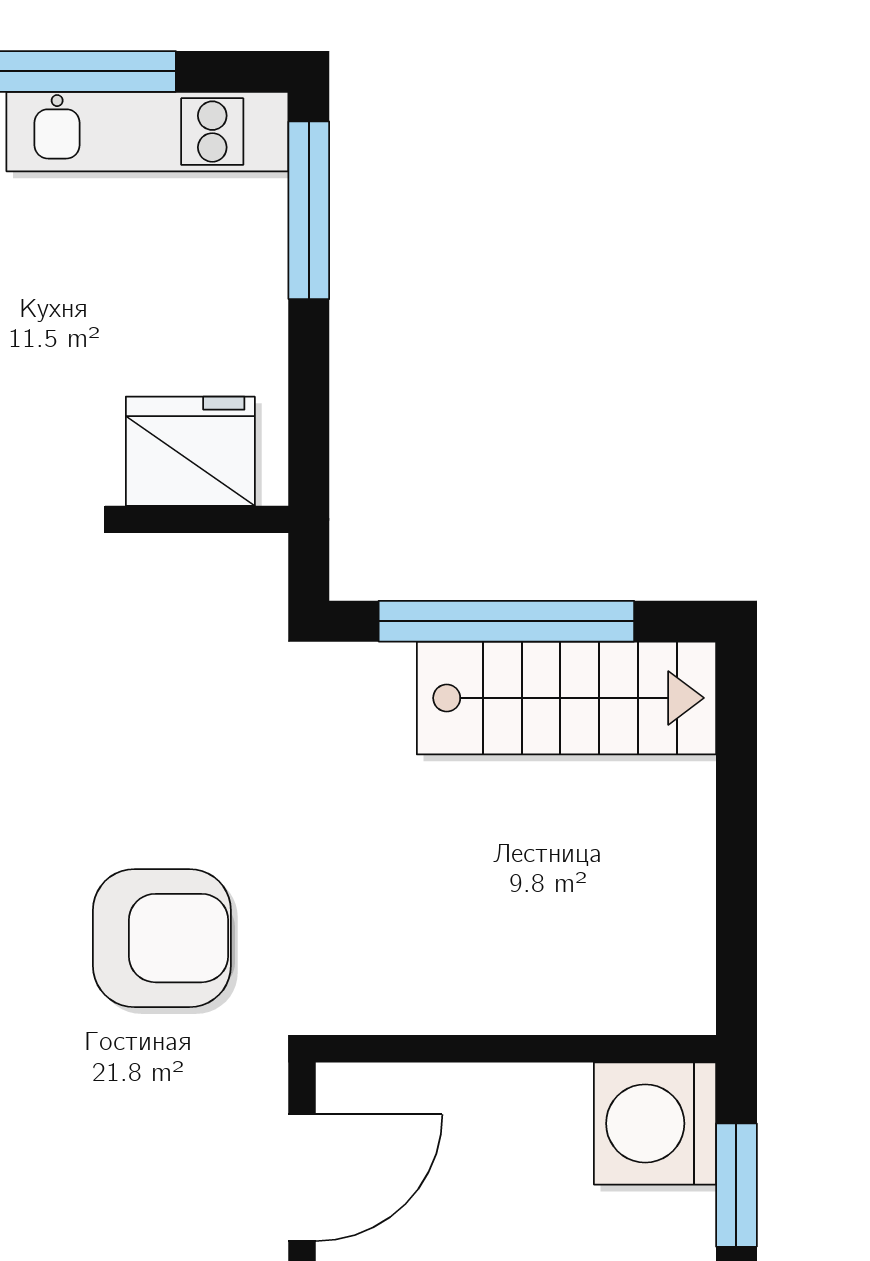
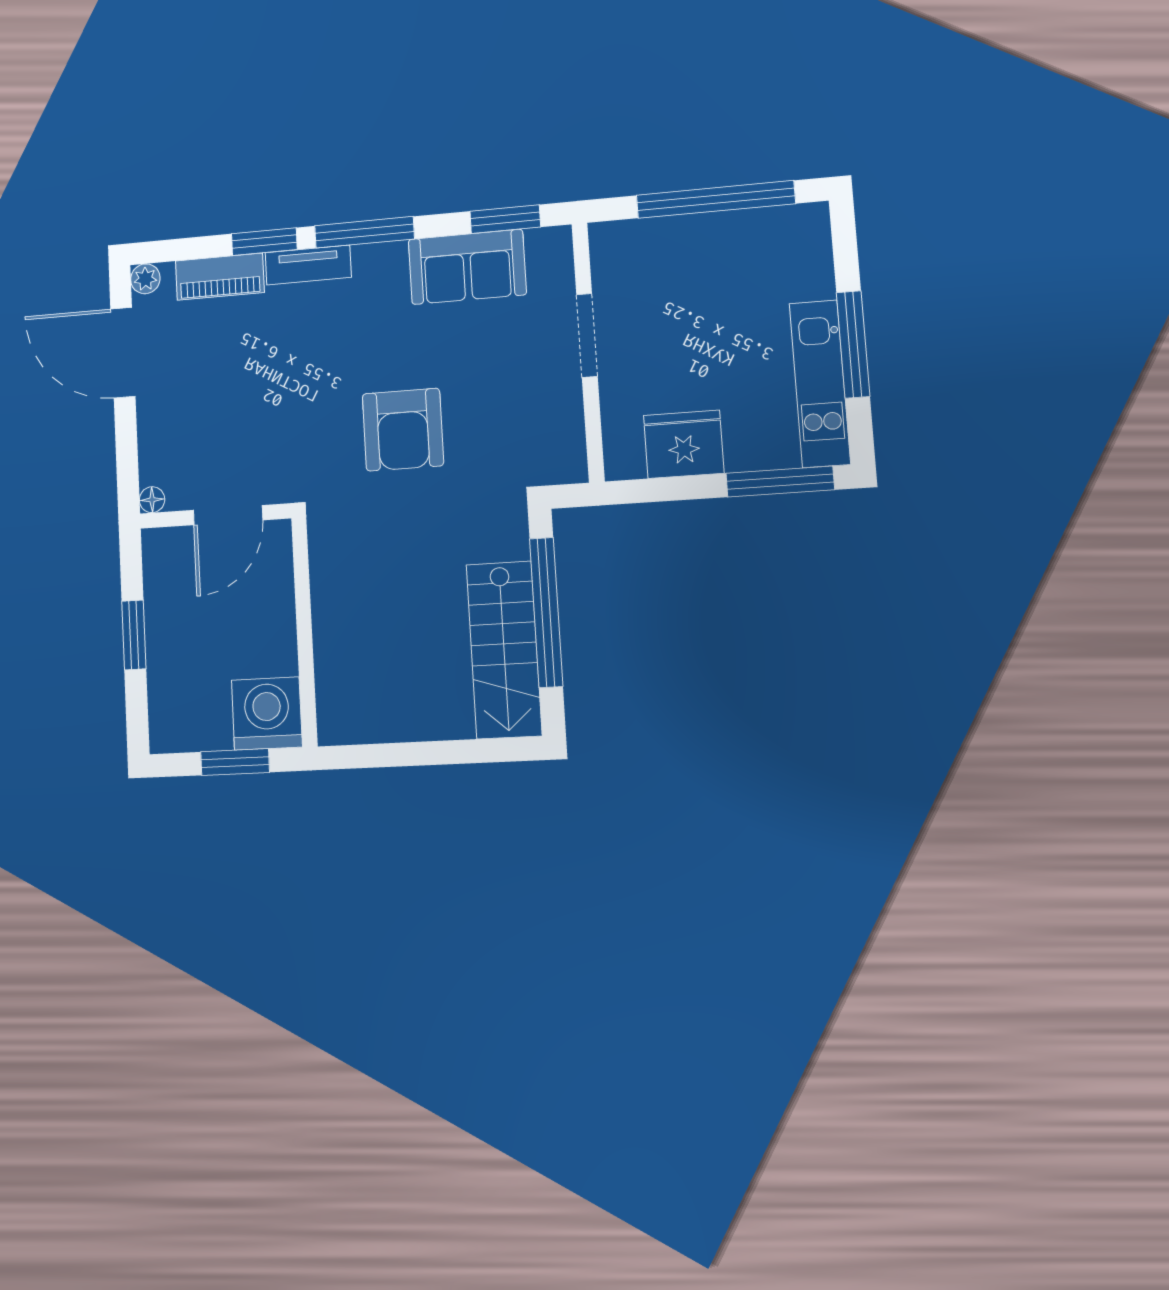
fridge: (190, 451) -> (684, 444), moved, turned -90
armchair: (162, 938) -> (403, 430), moved
door: (302, 1178) -> (228, 515), hinge flipped

